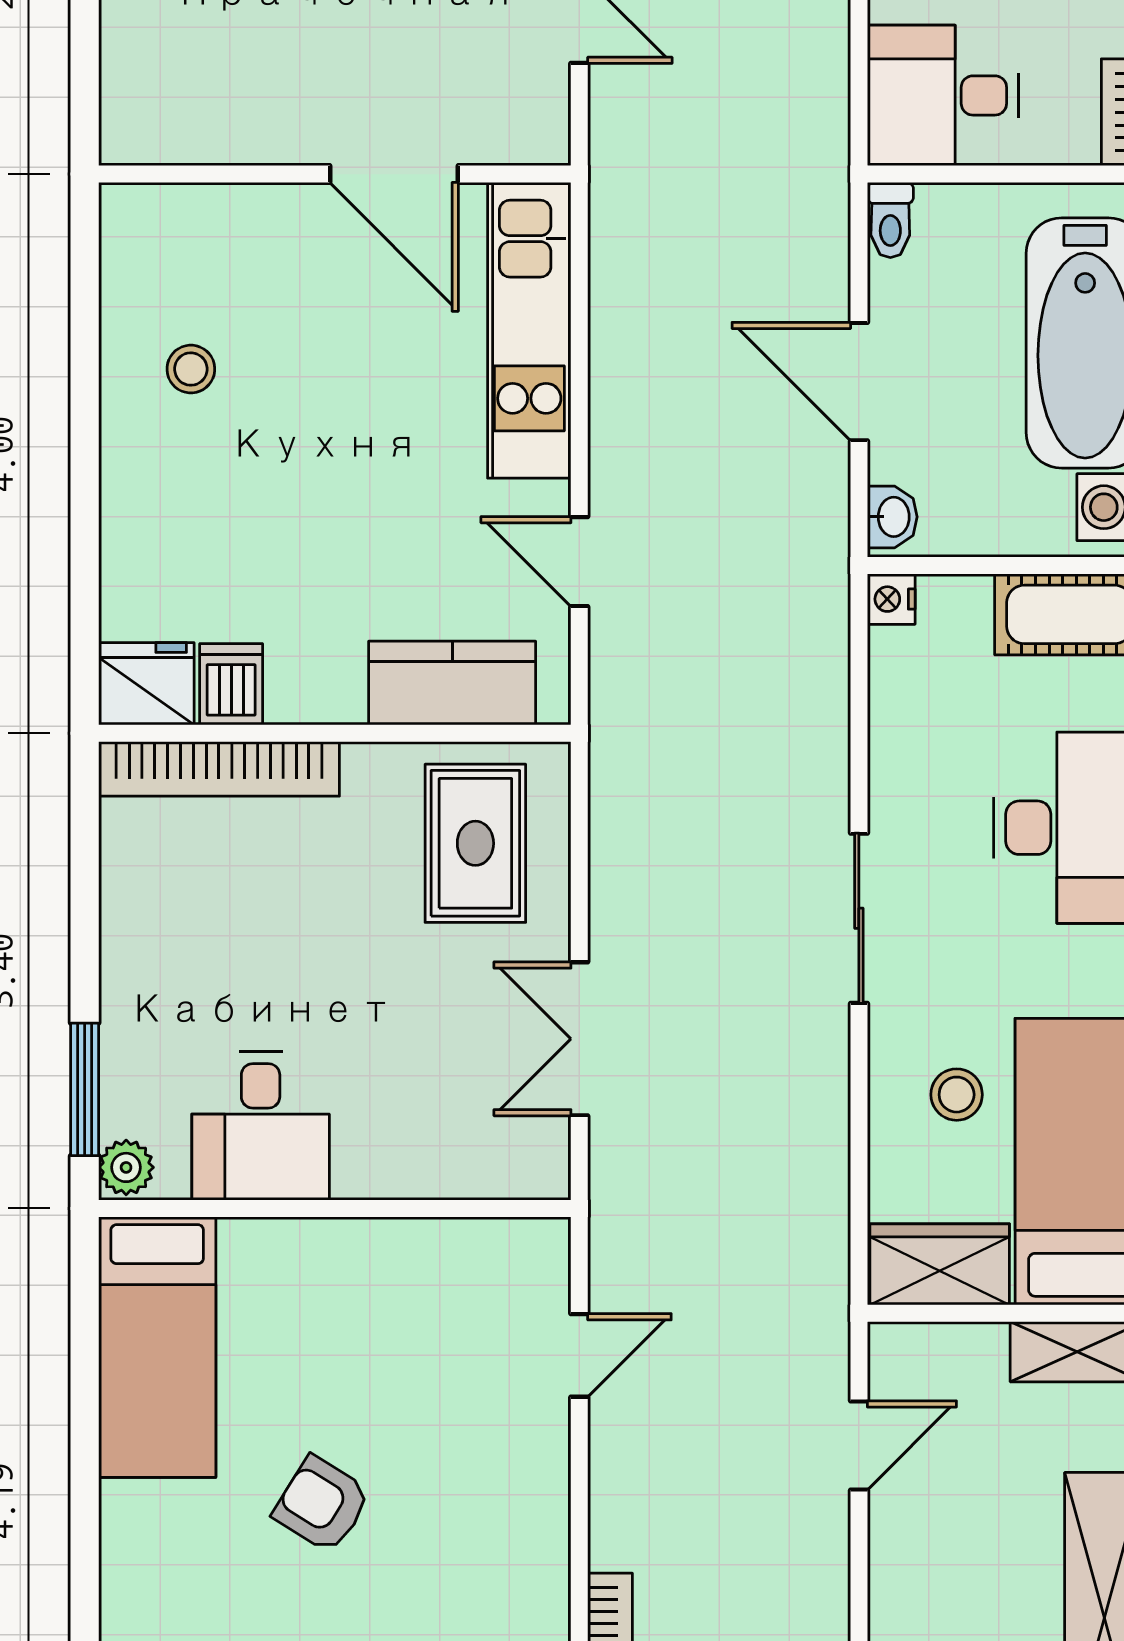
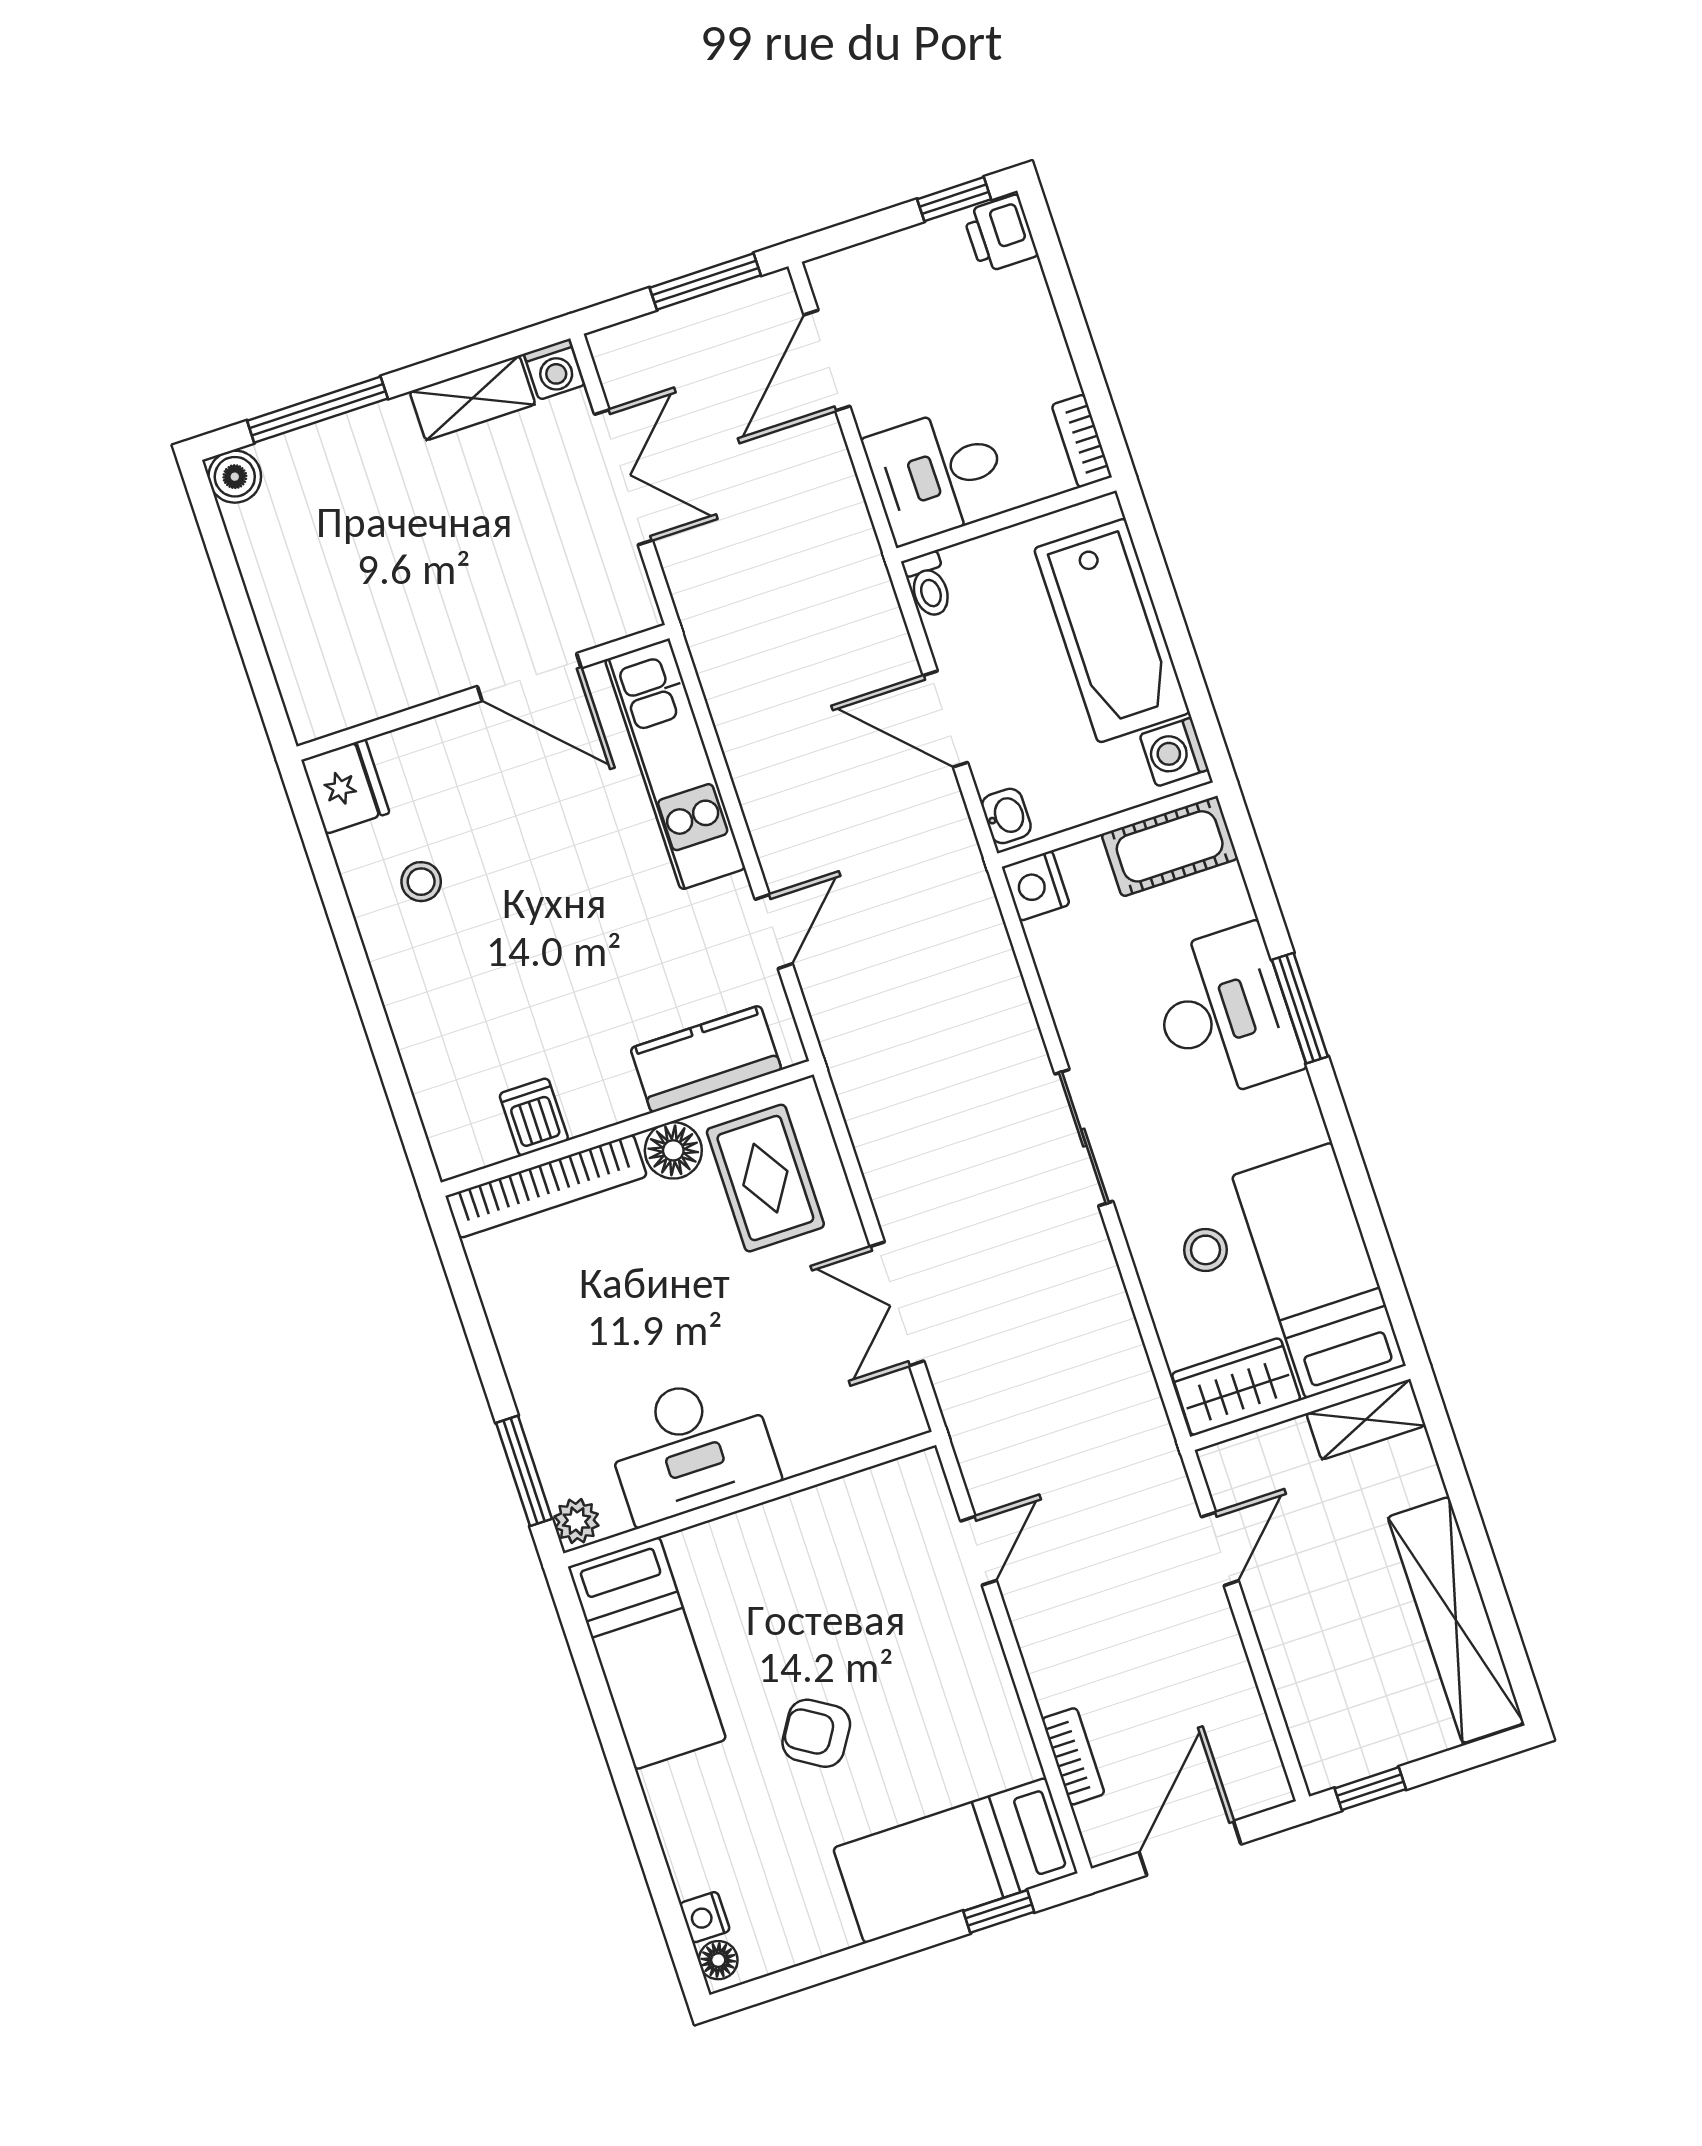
door: (579, 562) -> (774, 932), swing flipped
nightstand: (891, 599) -> (1036, 886), width x1.39, depth x1.35
fridge: (146, 684) -> (345, 787), moved, turned 90
floor lamp: (380, 776) -> (673, 1150), added
desk: (261, 1126) -> (691, 1447), width x1.37

